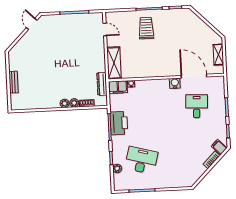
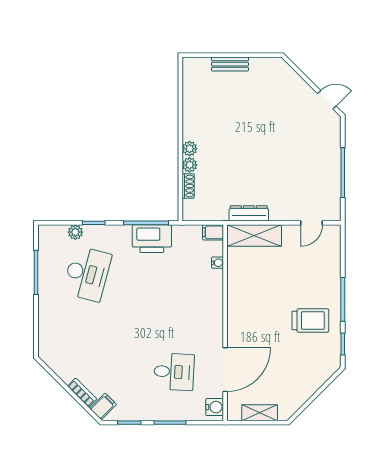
trolley: (146, 28) -> (310, 321), moved
water cooler: (175, 83) -> (215, 407), moved
dresser: (102, 84) -> (249, 213), moved
filing cabinet: (118, 87) -> (213, 232), width x0.50

